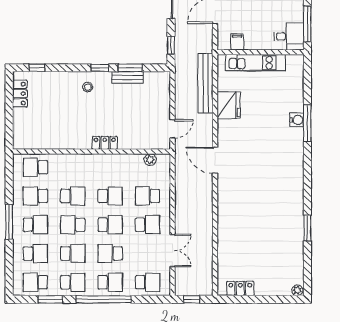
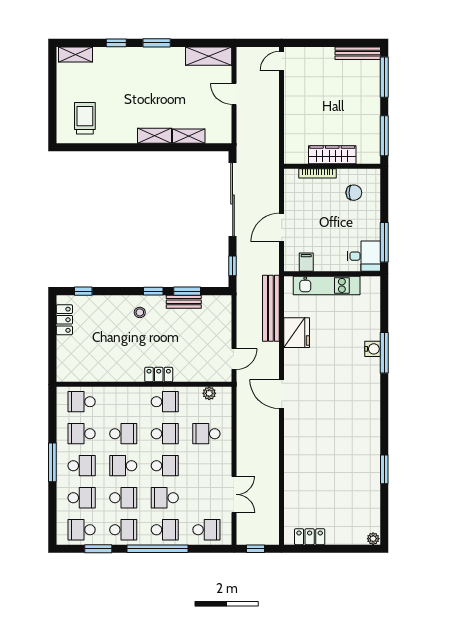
school desk: (148, 225) -> (165, 402), moved

